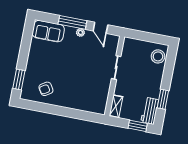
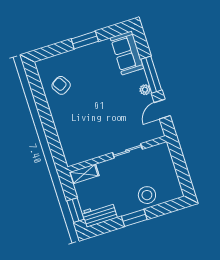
stool: (158, 56) -> (147, 195), moved
window: (19, 79) -> (85, 40), moved
window: (163, 99) -> (134, 218), moved

